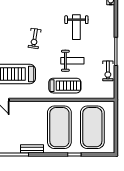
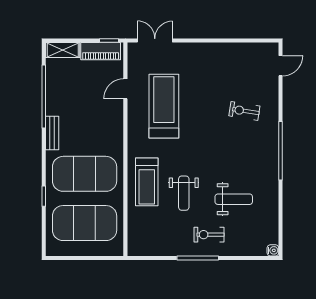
weight bench: (76, 27) -> (234, 199), turned 180
exercise bike: (35, 38) -> (244, 111), moved
exercise bike: (108, 71) -> (209, 235), moved

